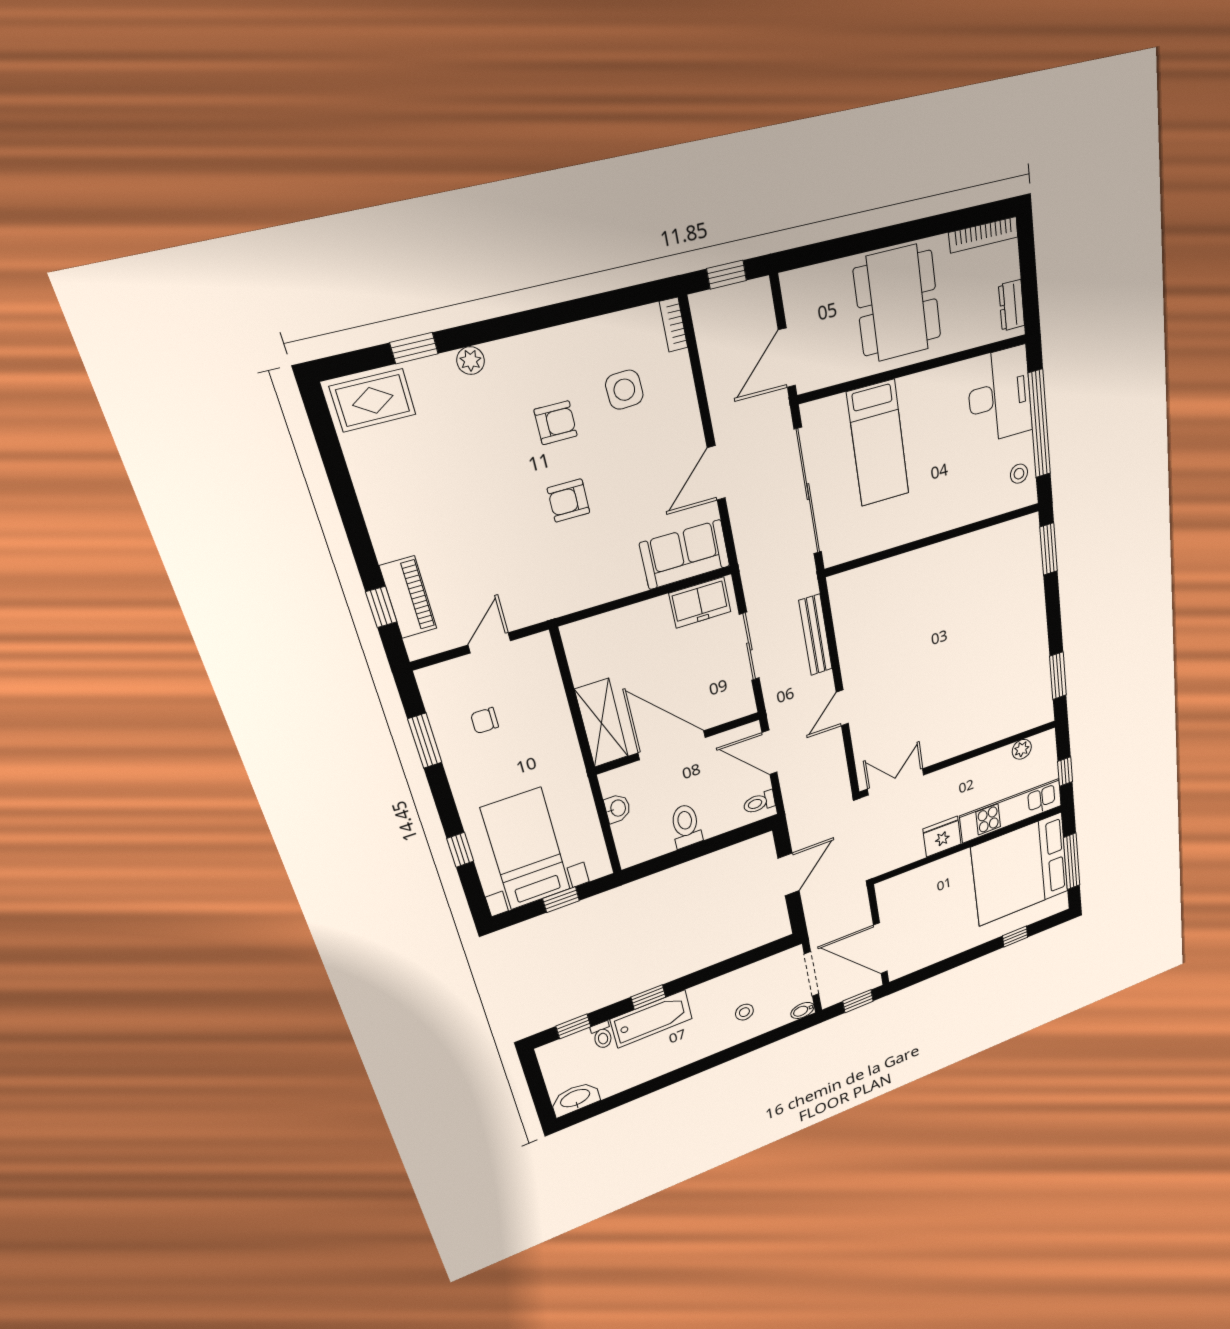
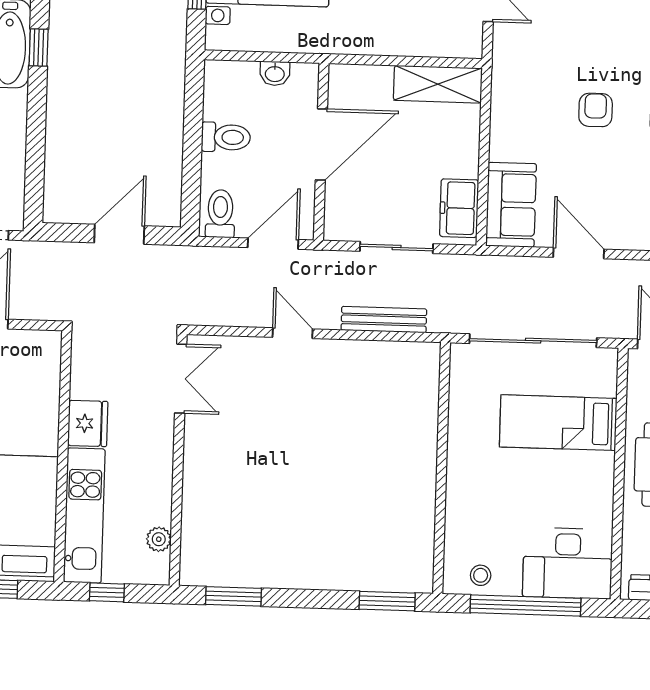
shelving: (602, 723) -> (438, 84), moved
toilet: (759, 802) -> (220, 214), width x1.37, depth x1.39
door: (789, 874) -> (119, 234), swing flipped

